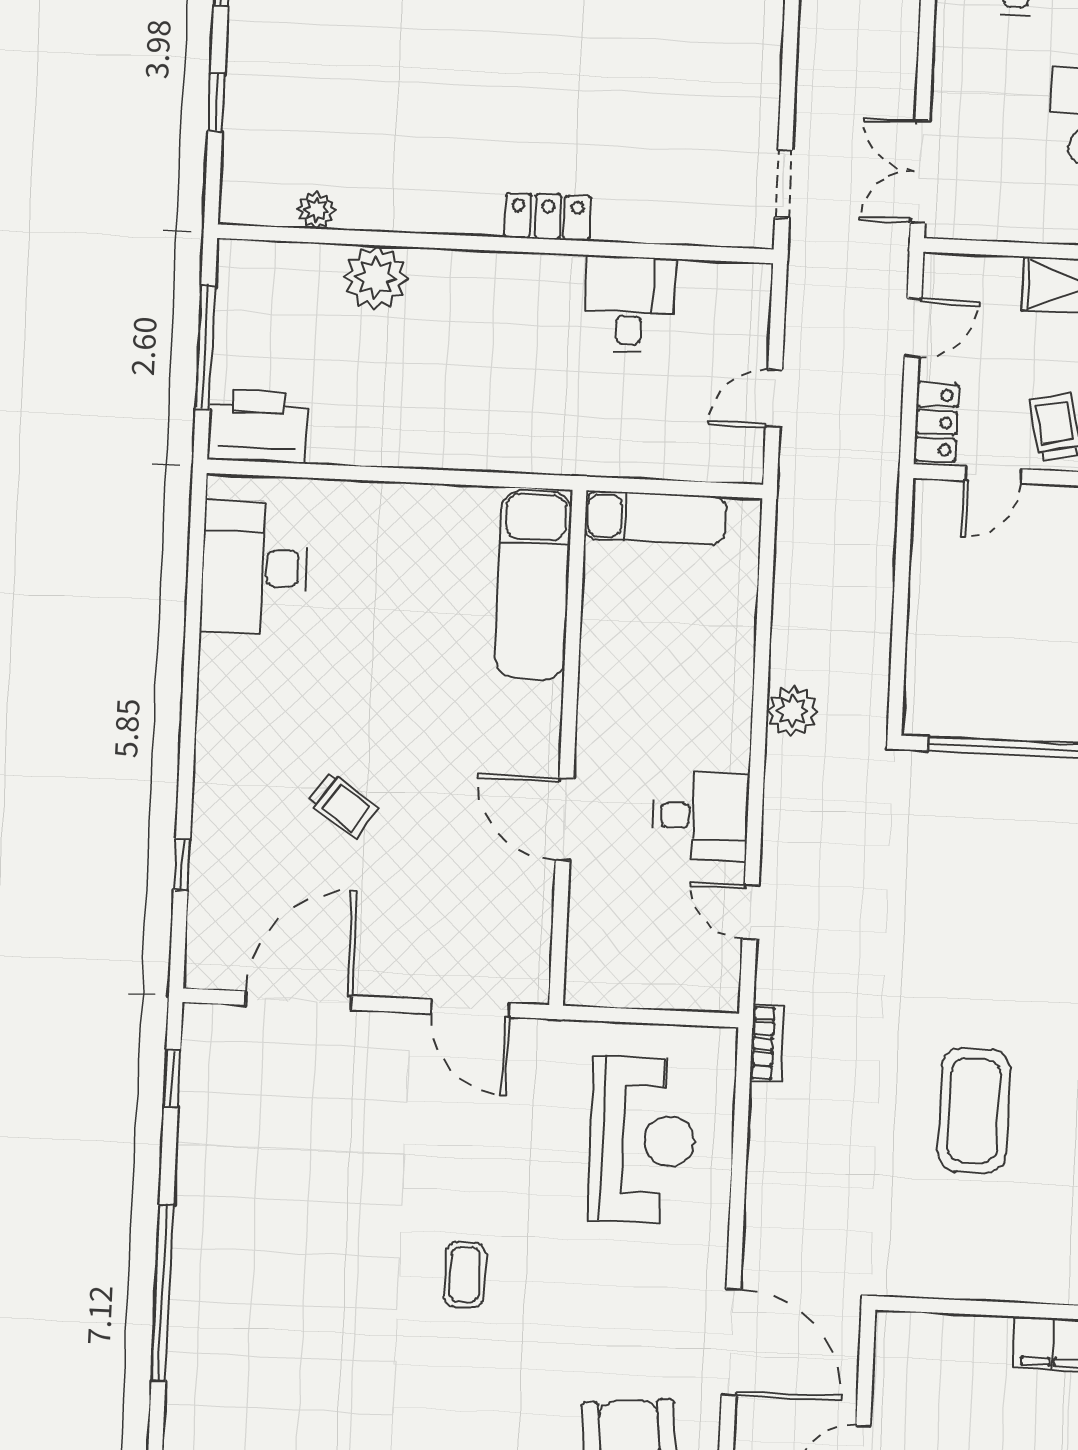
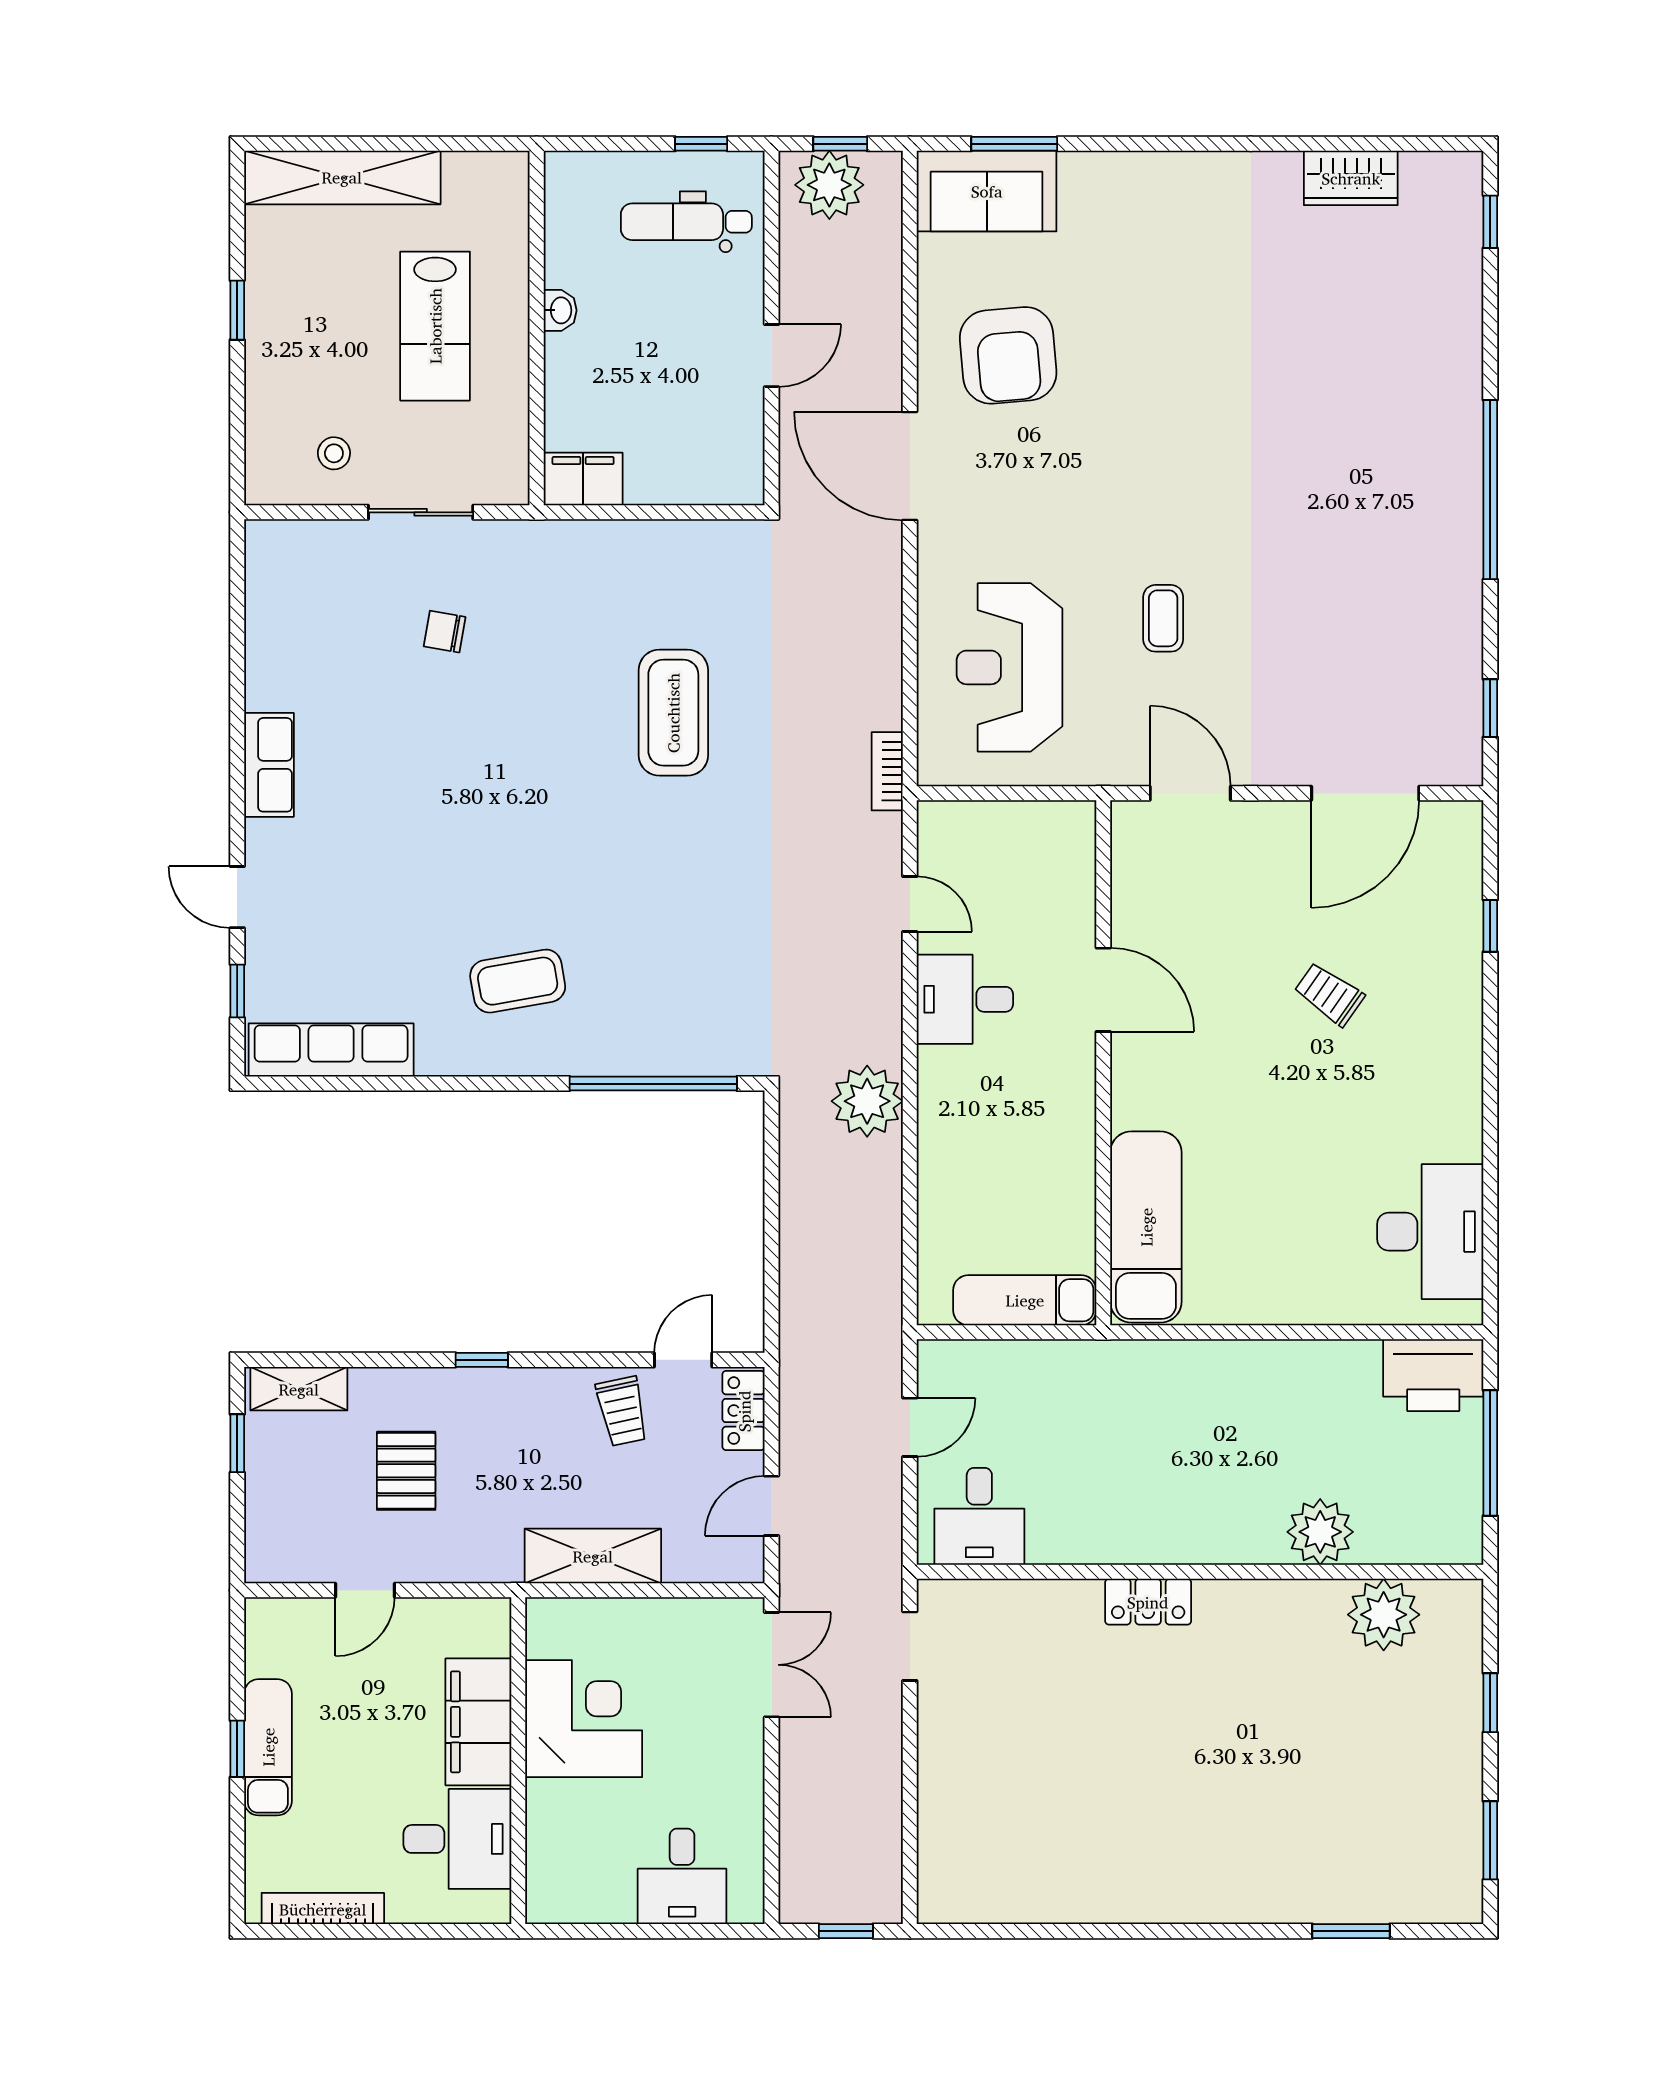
plant: (316, 210) -> (1384, 1615), width x1.88, depth x1.88
desk: (630, 304) -> (979, 1516), moved
plant: (792, 711) -> (867, 1101), width x1.36, depth x1.36
coffee table: (465, 1275) -> (1163, 618), moved

